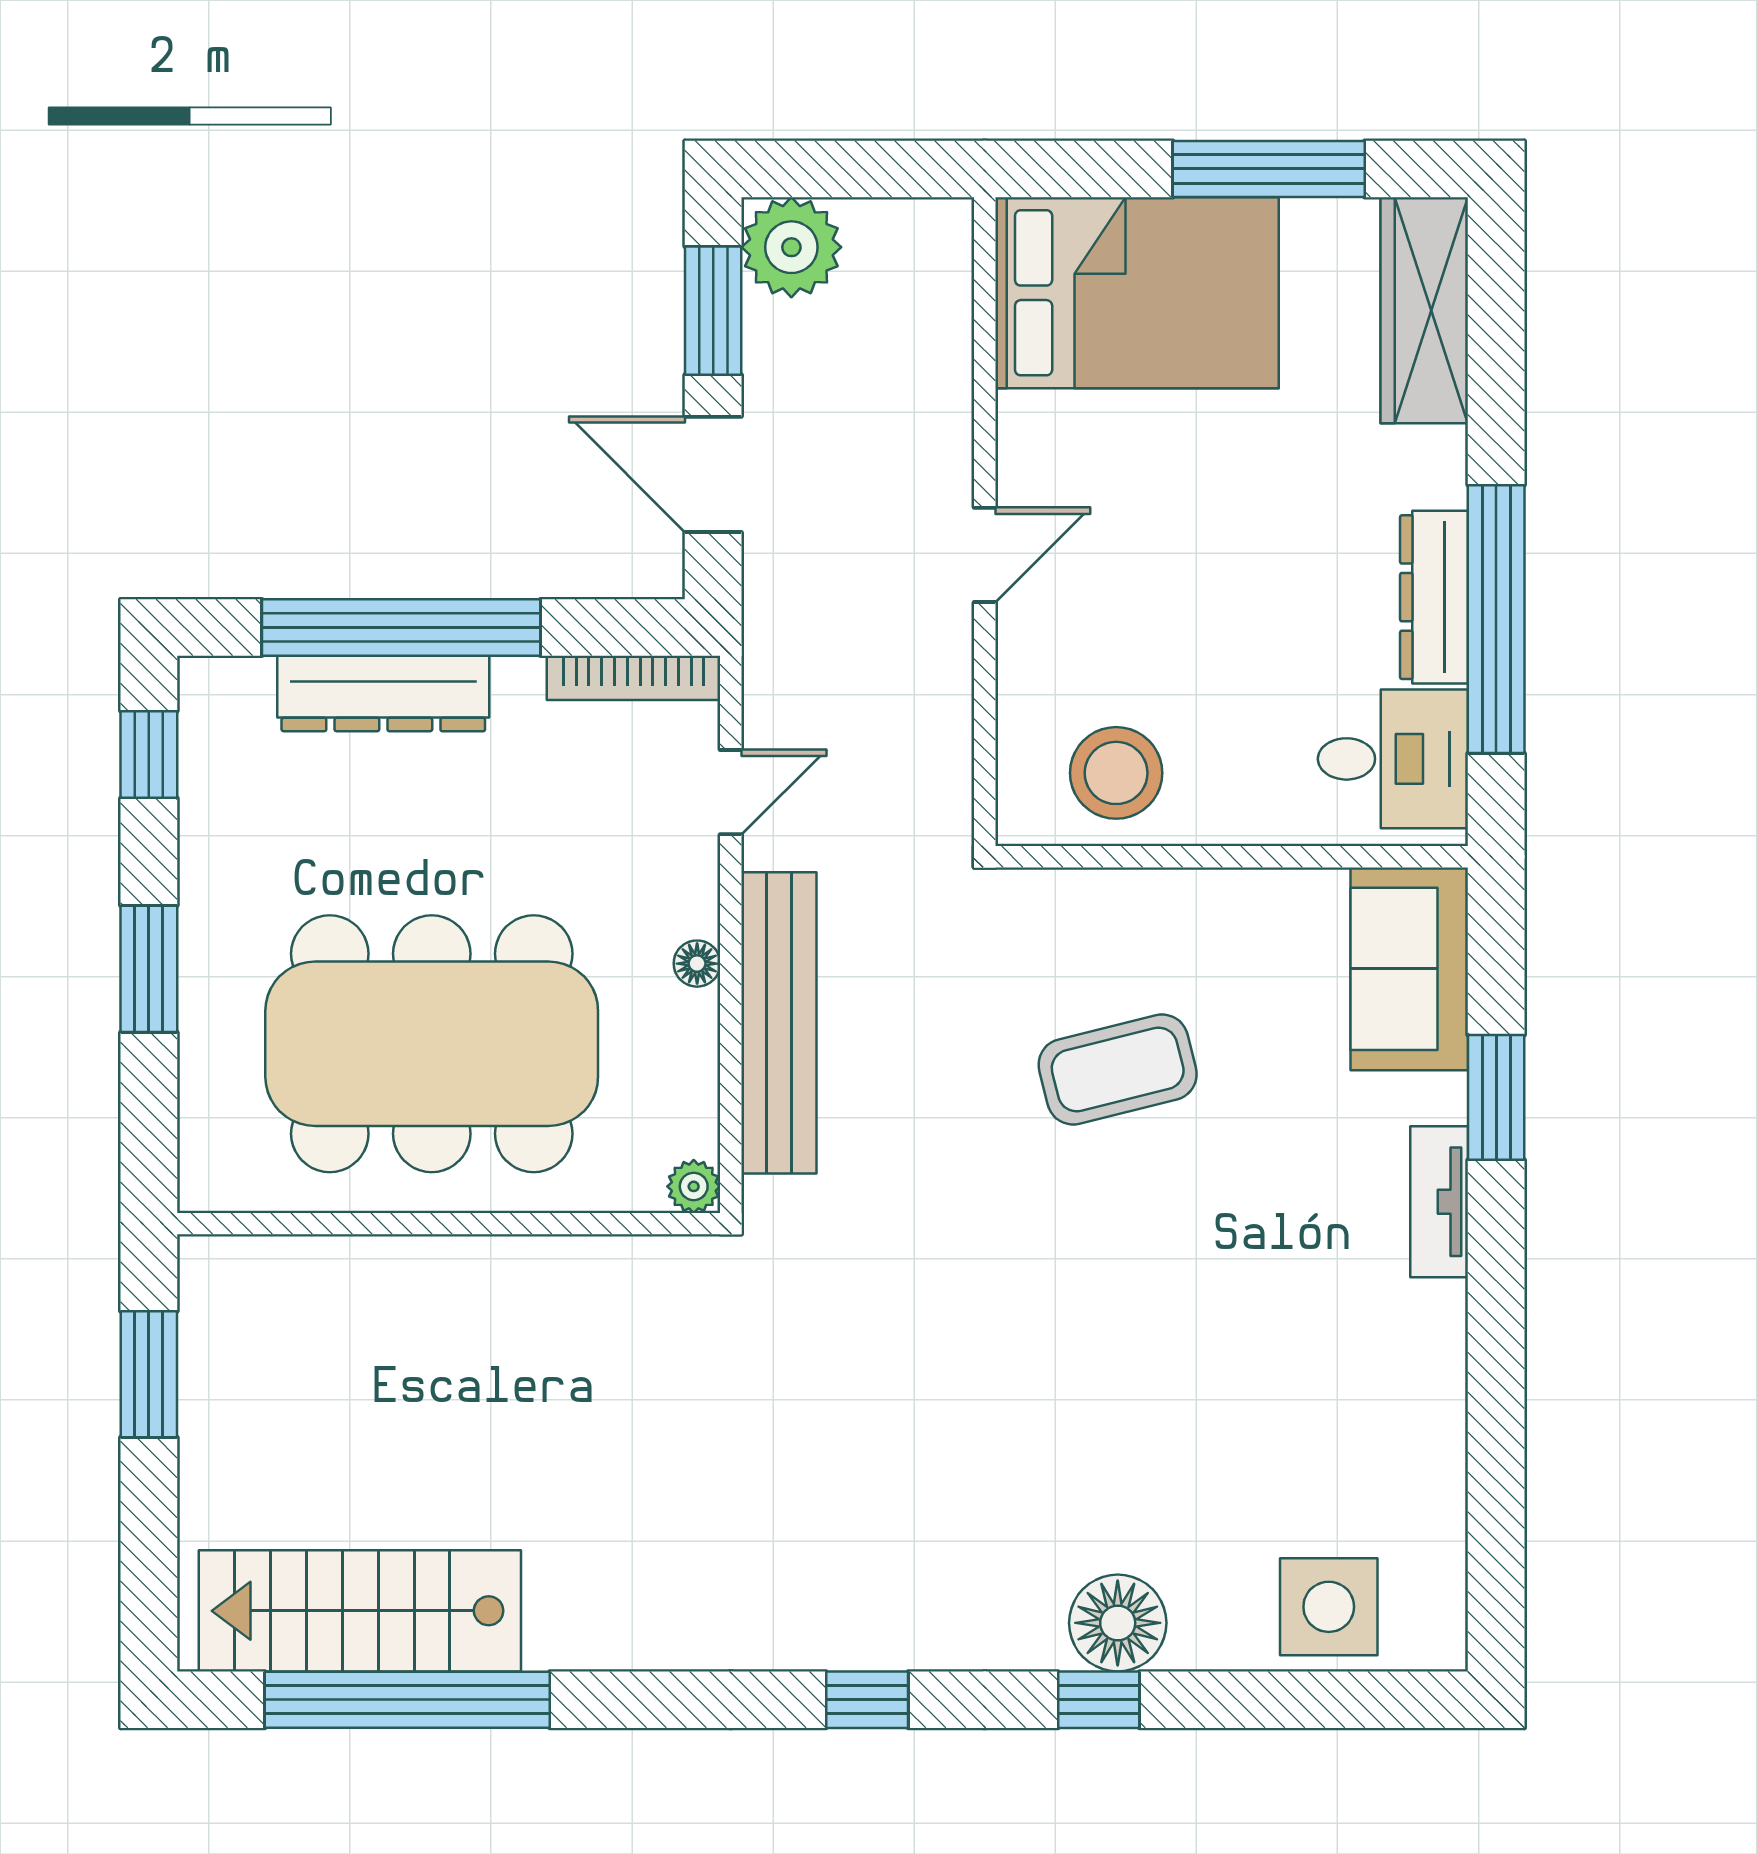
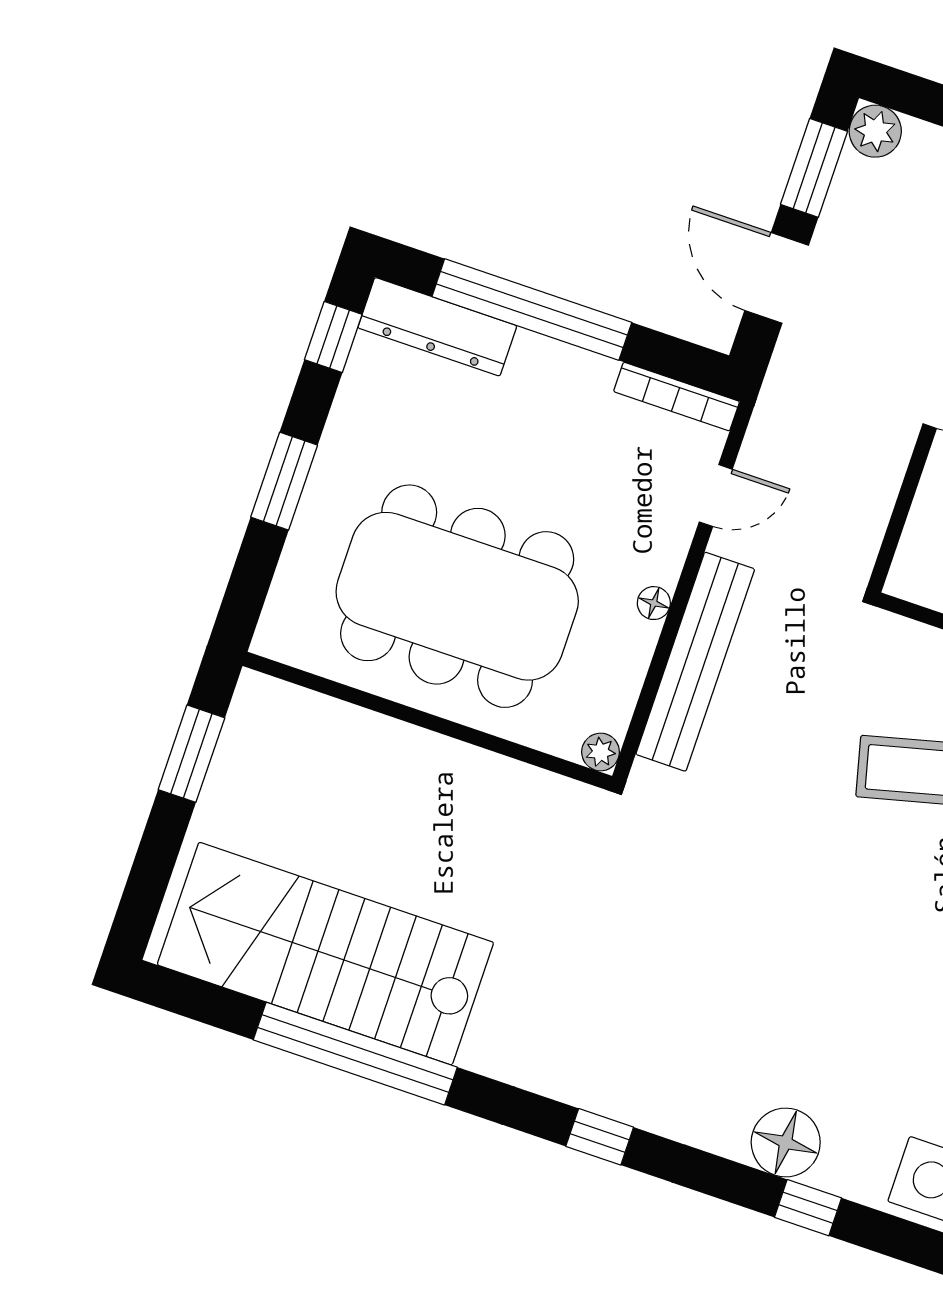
plant: (791, 247) -> (875, 131), width x0.73, depth x0.73
dresser: (383, 694) -> (437, 327), moved
stairs: (360, 1611) -> (325, 954), width x1.36, depth x1.51
window: (407, 1700) -> (355, 1054), moved
window: (1099, 1700) -> (808, 1208), moved

